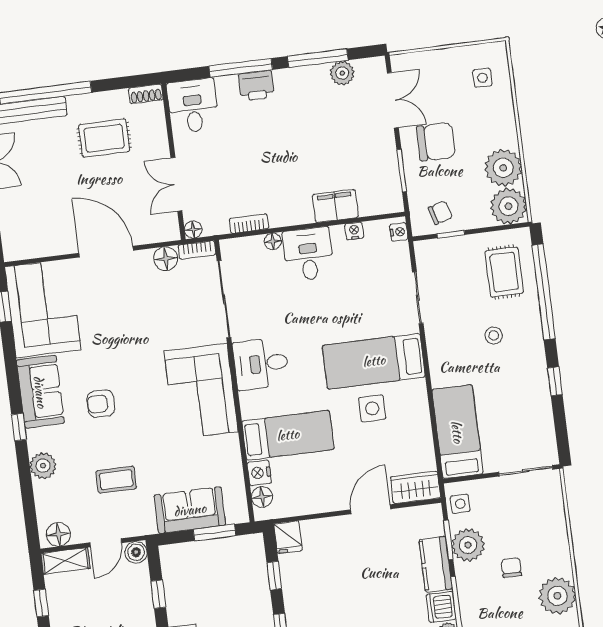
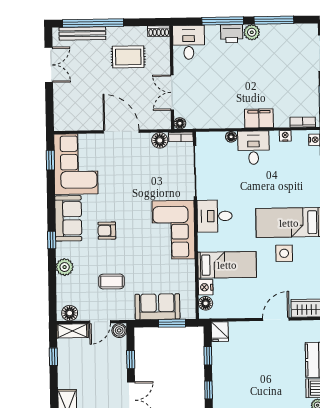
plant: (342, 73) -> (252, 32), moved
filing cabinet: (335, 206) -> (259, 118), moved
bookcase: (249, 224) -> (303, 122), moved

